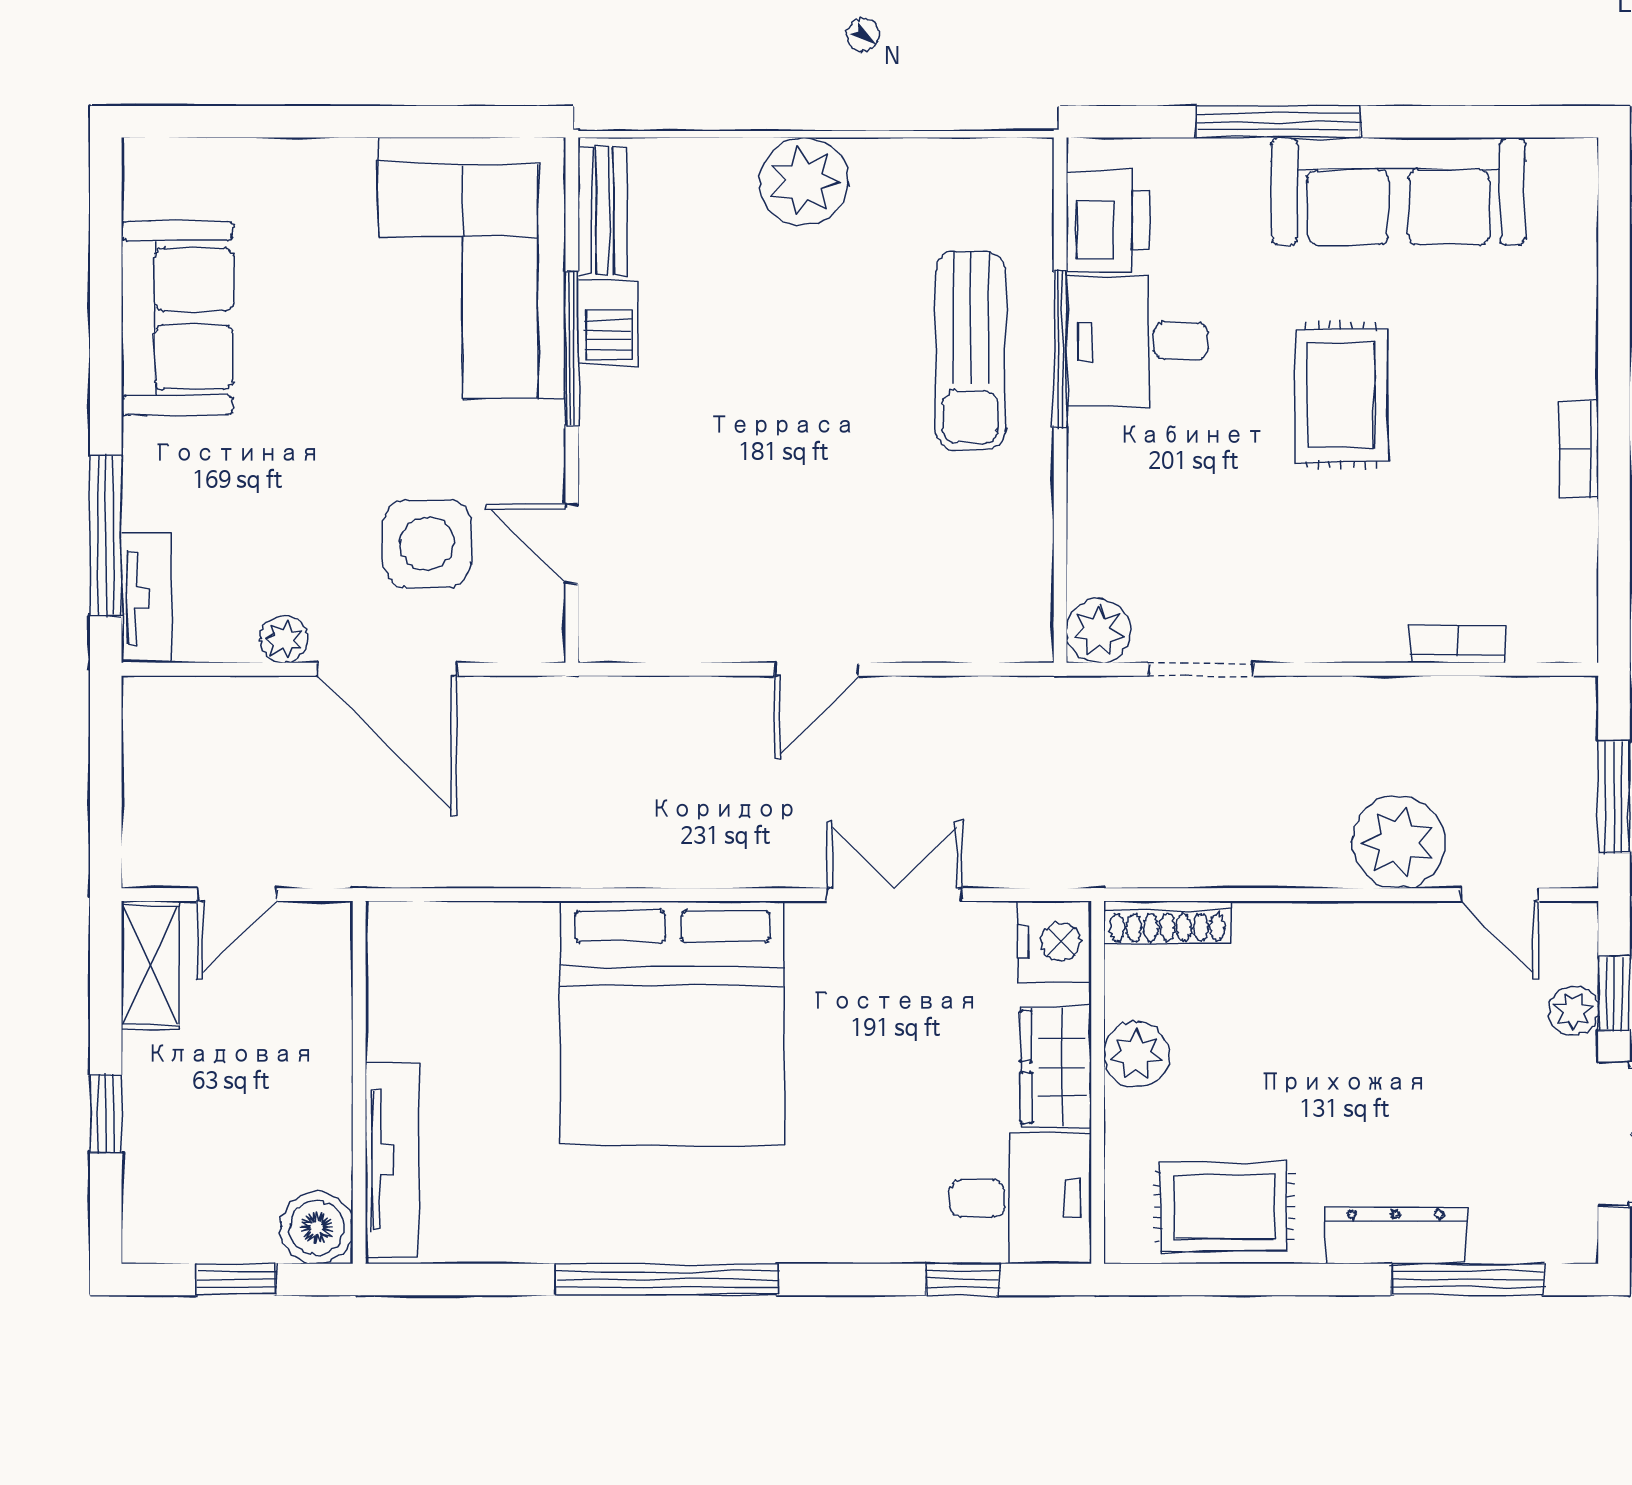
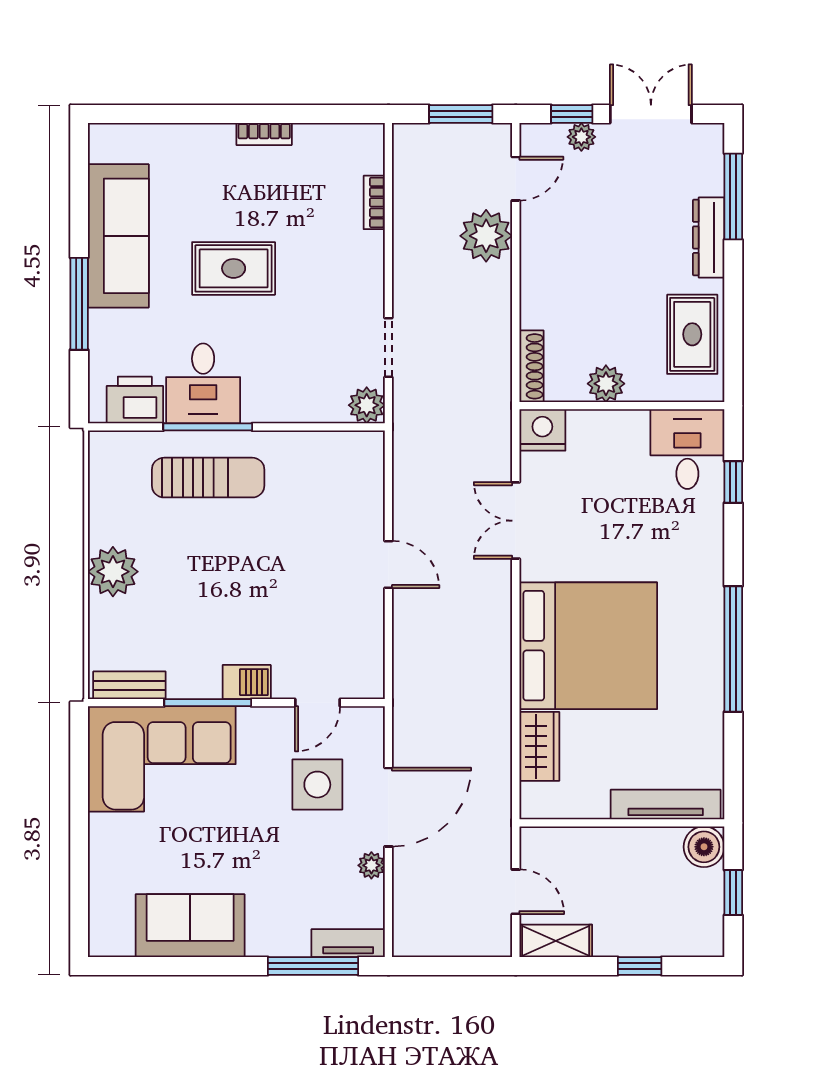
barbecue: (609, 323) -> (247, 682), moved
wardrobe: (1056, 1067) -> (539, 746), moved, turned -90

